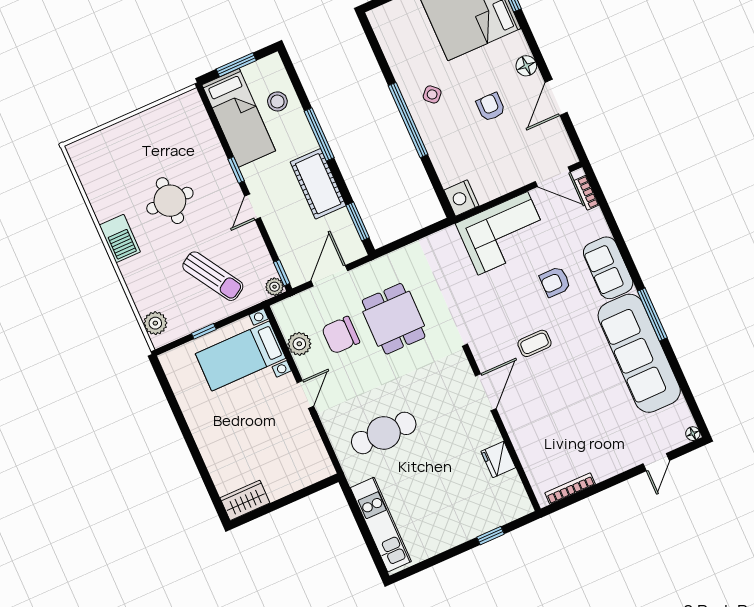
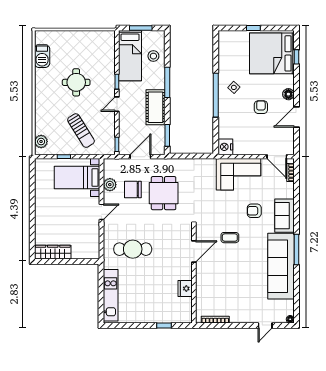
barbecue: (120, 239) -> (42, 56), moved
plant: (275, 287) -> (110, 150), removed
wardrobe: (245, 500) -> (53, 252), width x1.50

